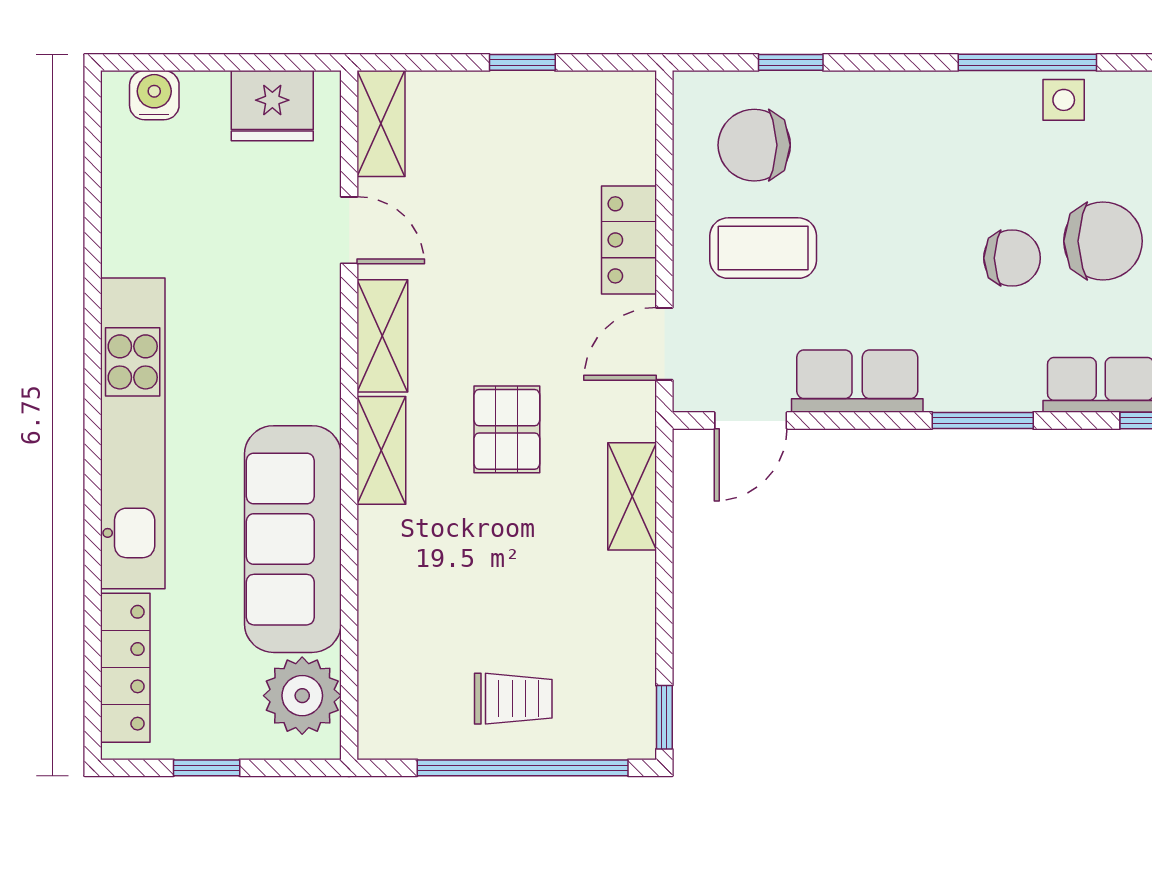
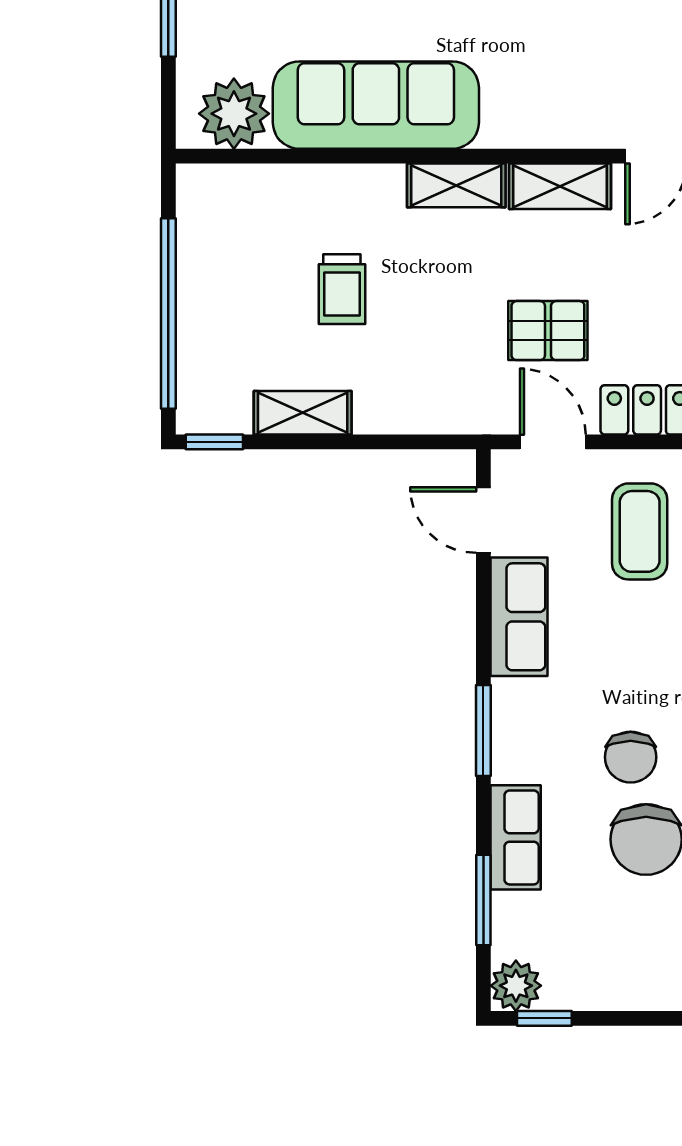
pallet: (507, 429) -> (548, 331), moved
shelving: (632, 496) -> (303, 413), moved
trolley: (513, 699) -> (342, 289), moved

